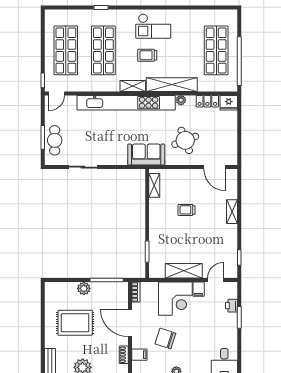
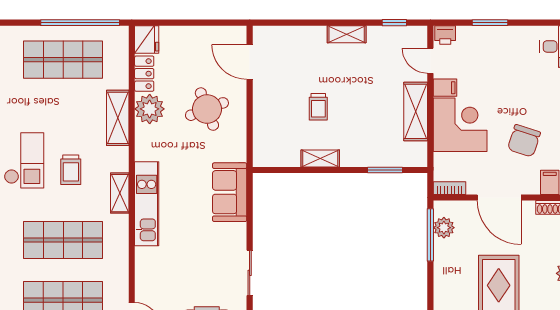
shelving: (172, 85) -> (118, 118), width x0.68
plant: (181, 100) -> (150, 109), width x1.87, depth x1.87
kitchen unit: (126, 103) -> (147, 204), width x0.54
sofa: (146, 155) -> (230, 192), moved
door: (215, 167) -> (250, 62), swing flipped
shelving: (154, 185) -> (320, 158), moved
shelving: (232, 212) -> (347, 34), moved
plant: (84, 288) -> (444, 228), moved
printer: (232, 306) -> (445, 35), moved
door: (130, 323) -> (499, 198), hinge flipped

